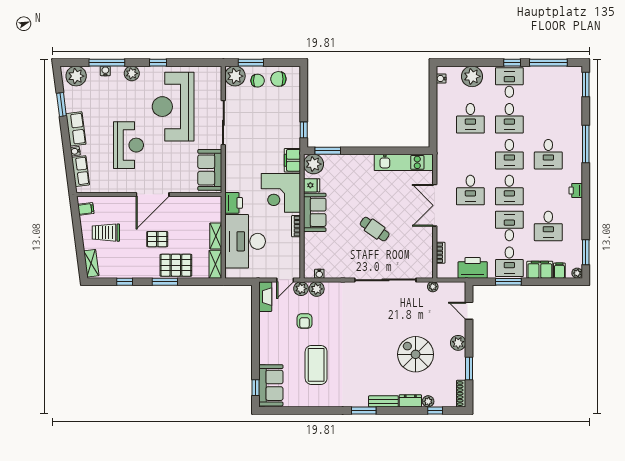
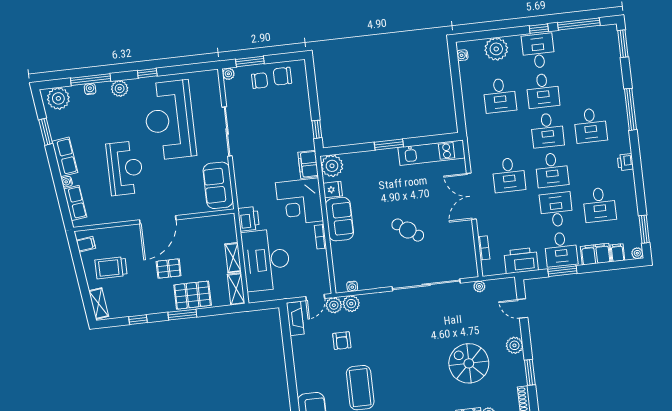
plant: (235, 76) -> (228, 74), width x0.53, depth x0.53
window: (328, 151) -> (389, 144), moved

